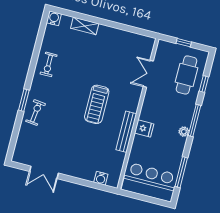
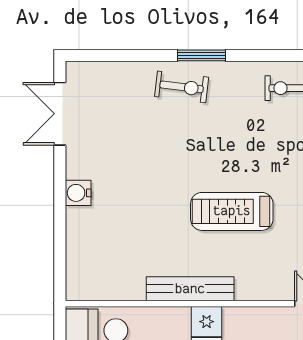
double door: (44, 172) -> (60, 114), moved
water cooler: (101, 178) -> (78, 193), moved

